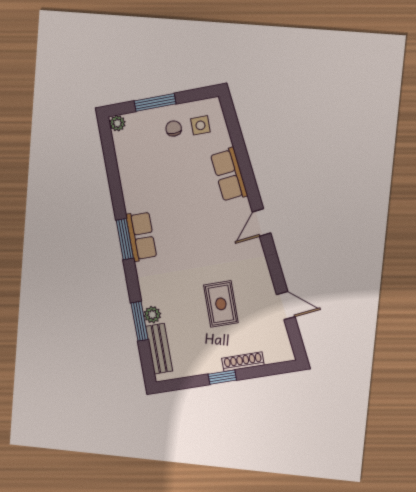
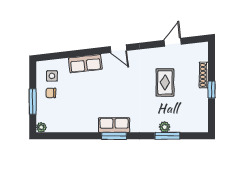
rug: (221, 304) -> (165, 82), turned 90
bench: (159, 349) -> (187, 126), removed

